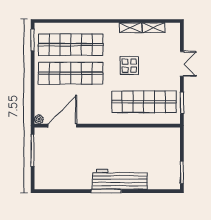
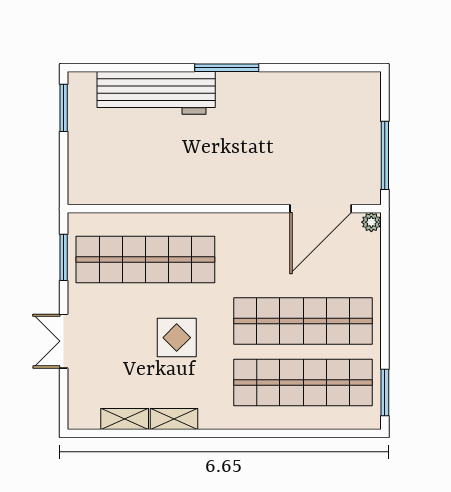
workbench: (120, 179) -> (156, 93), moved

